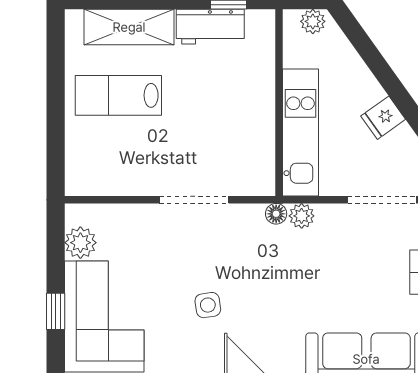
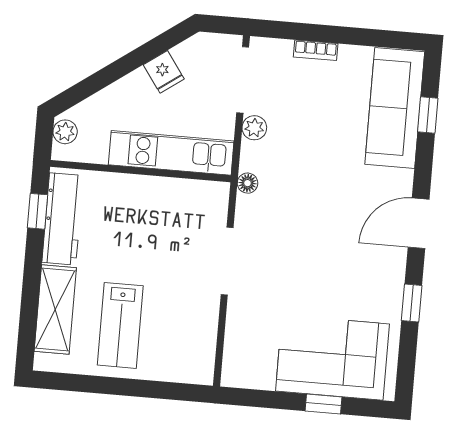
workbench: (210, 27) -> (63, 219), width x1.38
plant: (302, 216) -> (254, 128), moved
plant: (80, 243) -> (259, 374), removed
side table: (208, 305) -> (330, 257), removed

